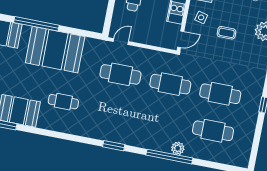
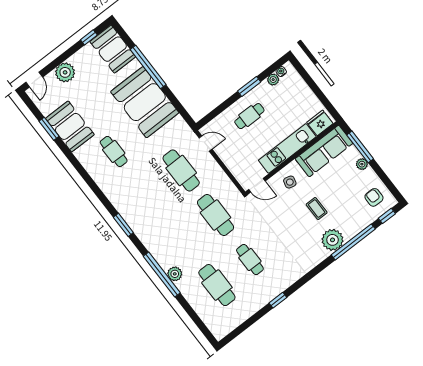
coffee table: (226, 33) -> (317, 209), moved
cafe table: (220, 94) -> (250, 260), width x0.73, depth x0.74

